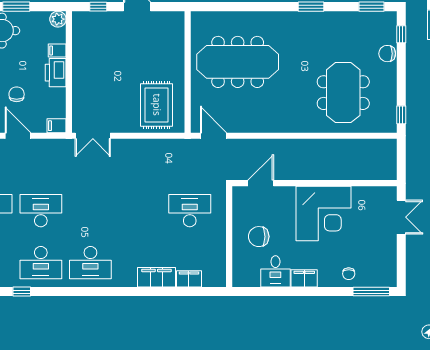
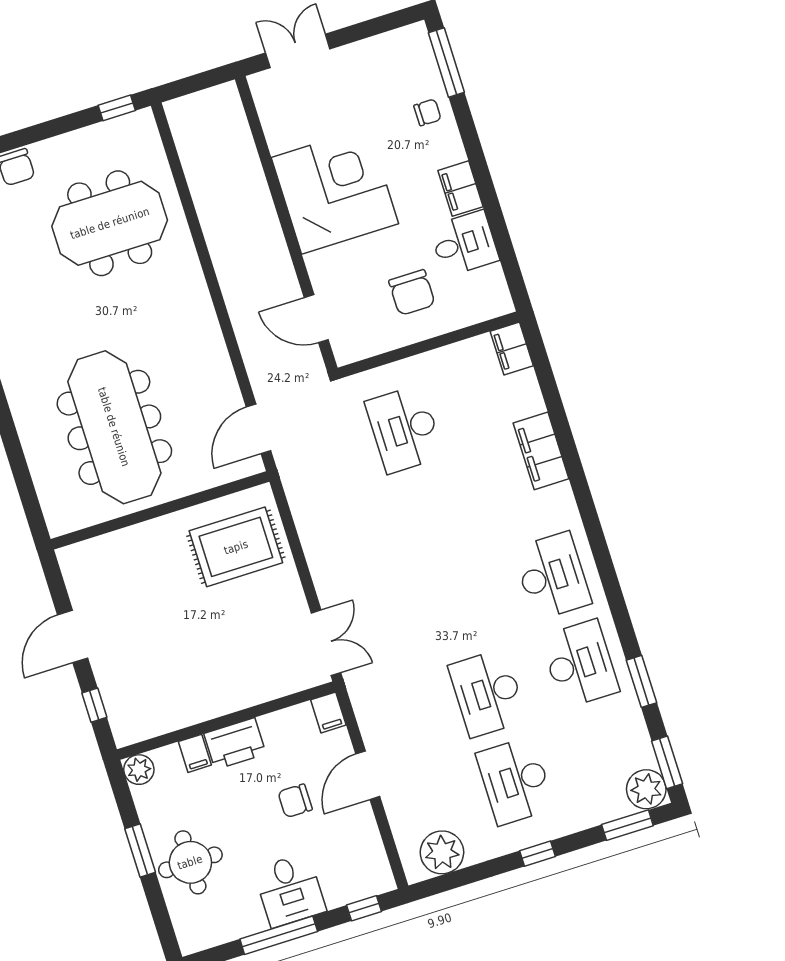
filing cabinet: (189, 279) -> (512, 348), moved
window: (22, 292) -> (642, 681), width x1.50

